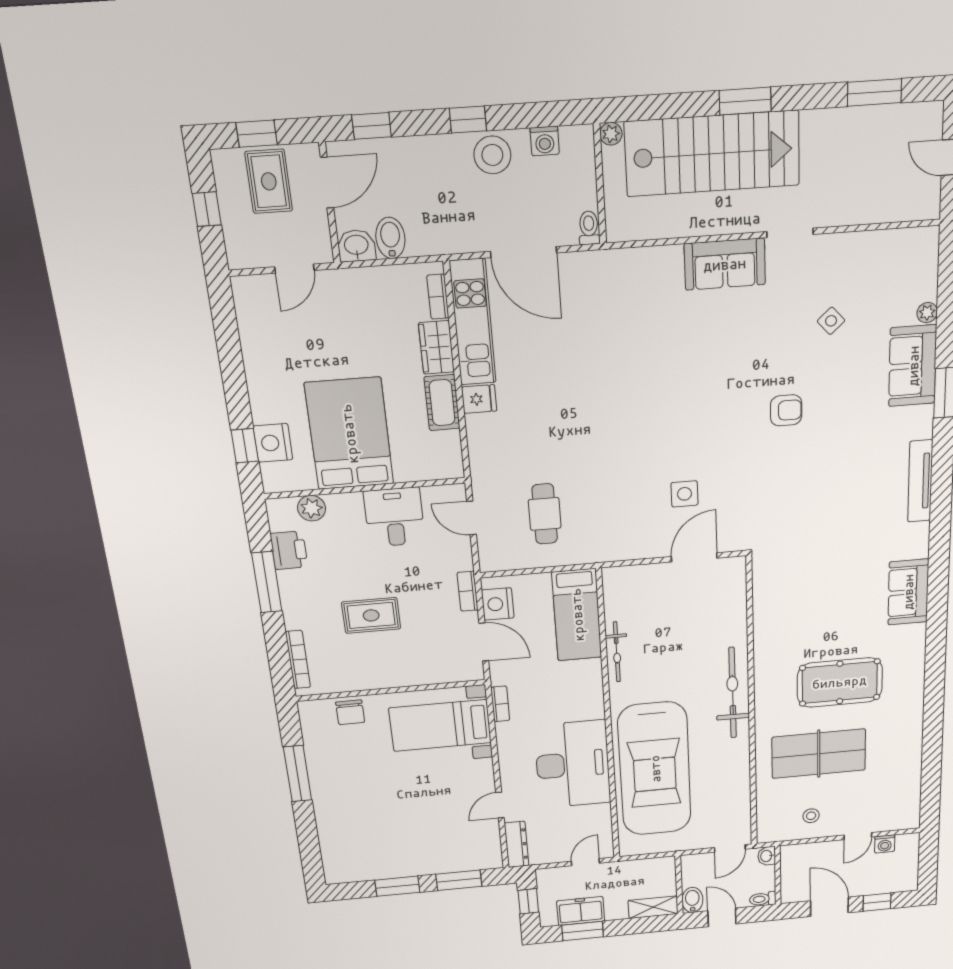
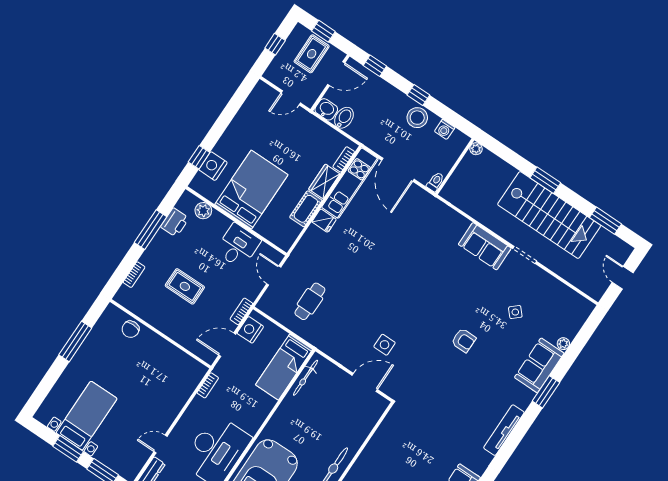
stairs: (712, 154) -> (549, 215), moved
door: (484, 642) -> (227, 345), swing flipped
bicycle: (617, 652) -> (306, 378), moved
bookcase: (298, 660) -> (134, 275), width x0.64
bed with nightstands: (440, 725) -> (87, 416), moved, turned 90

